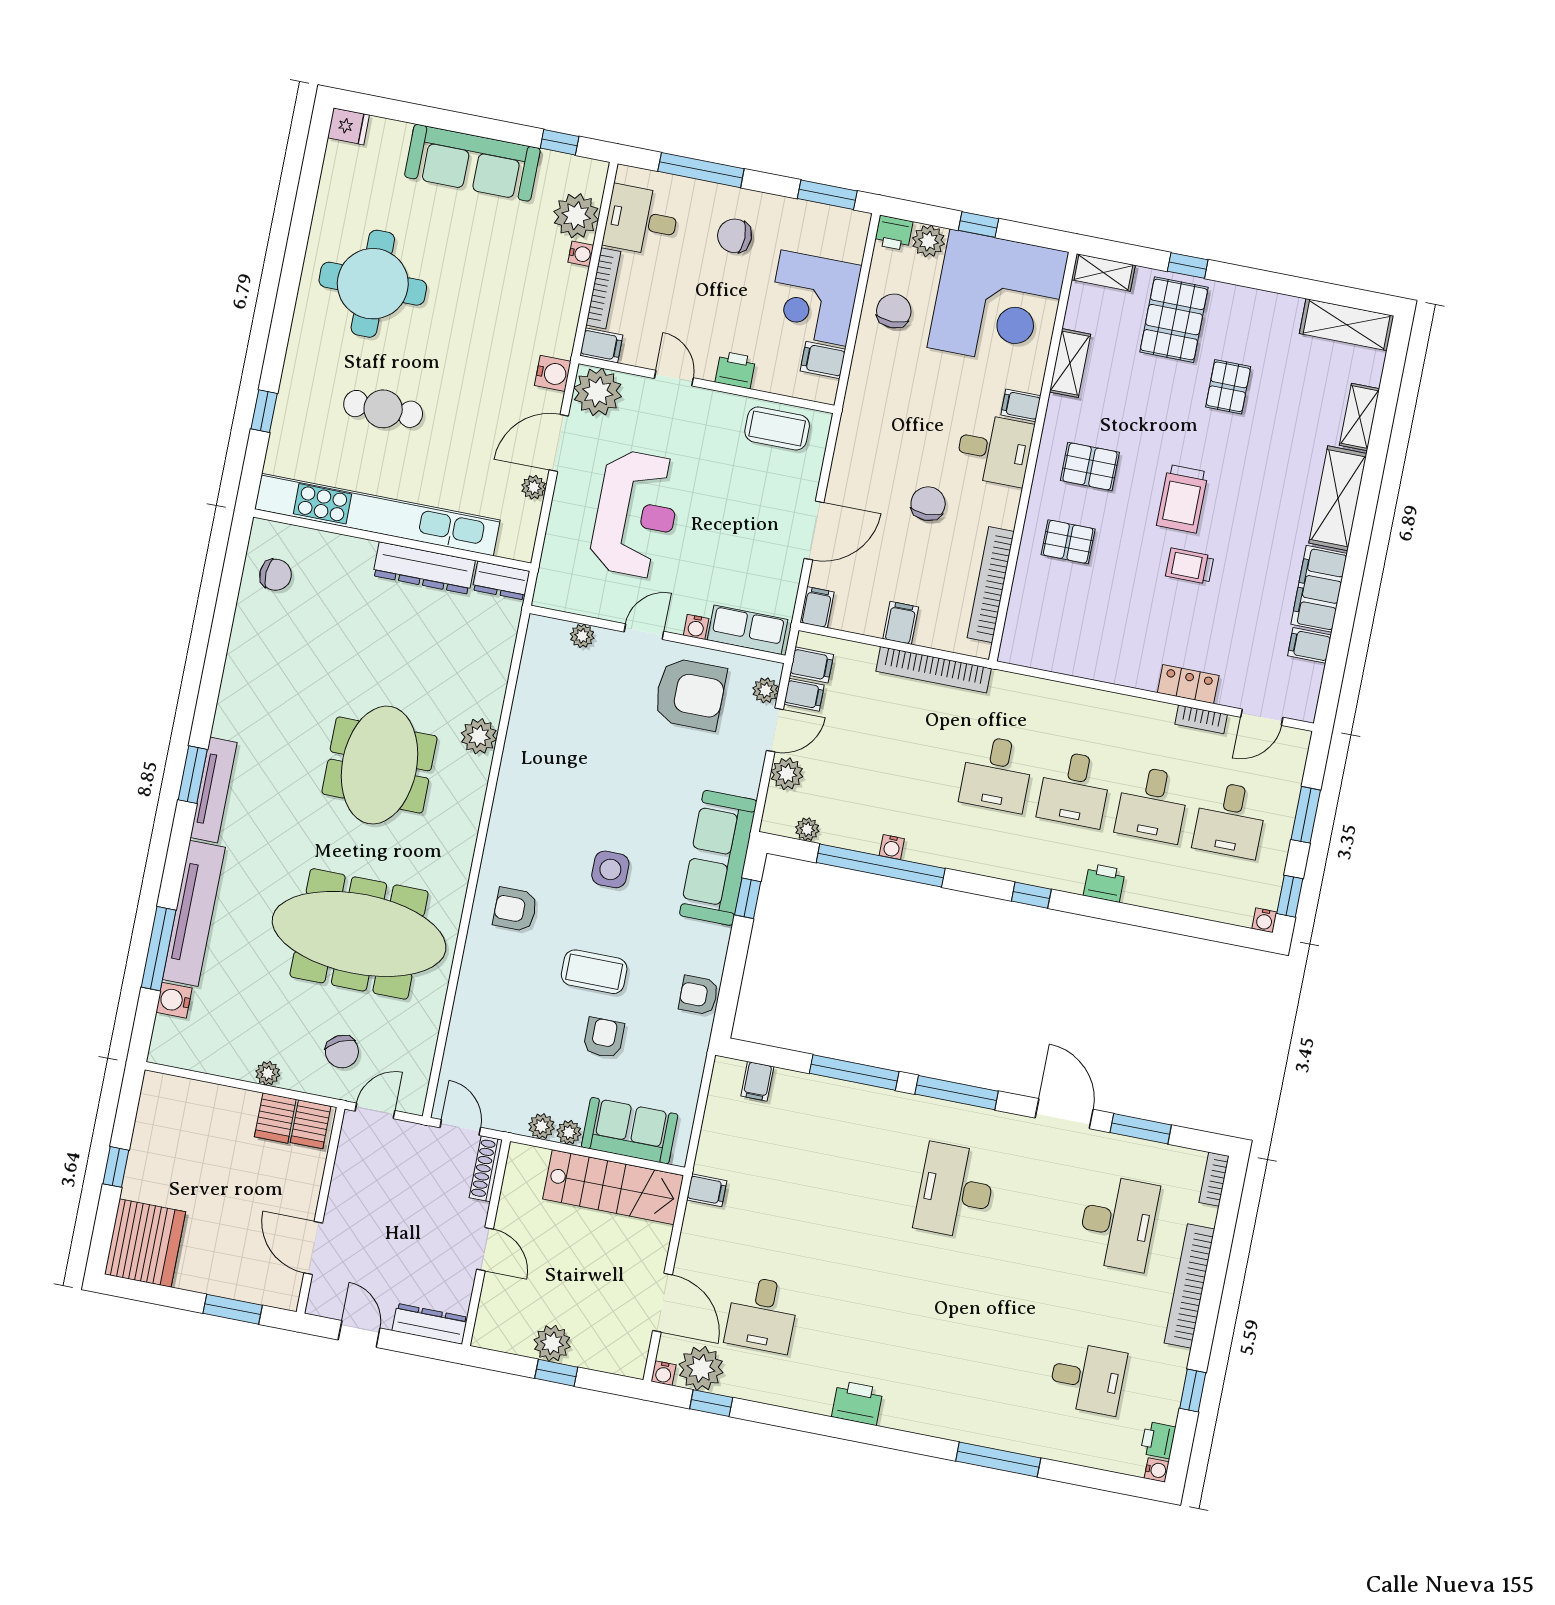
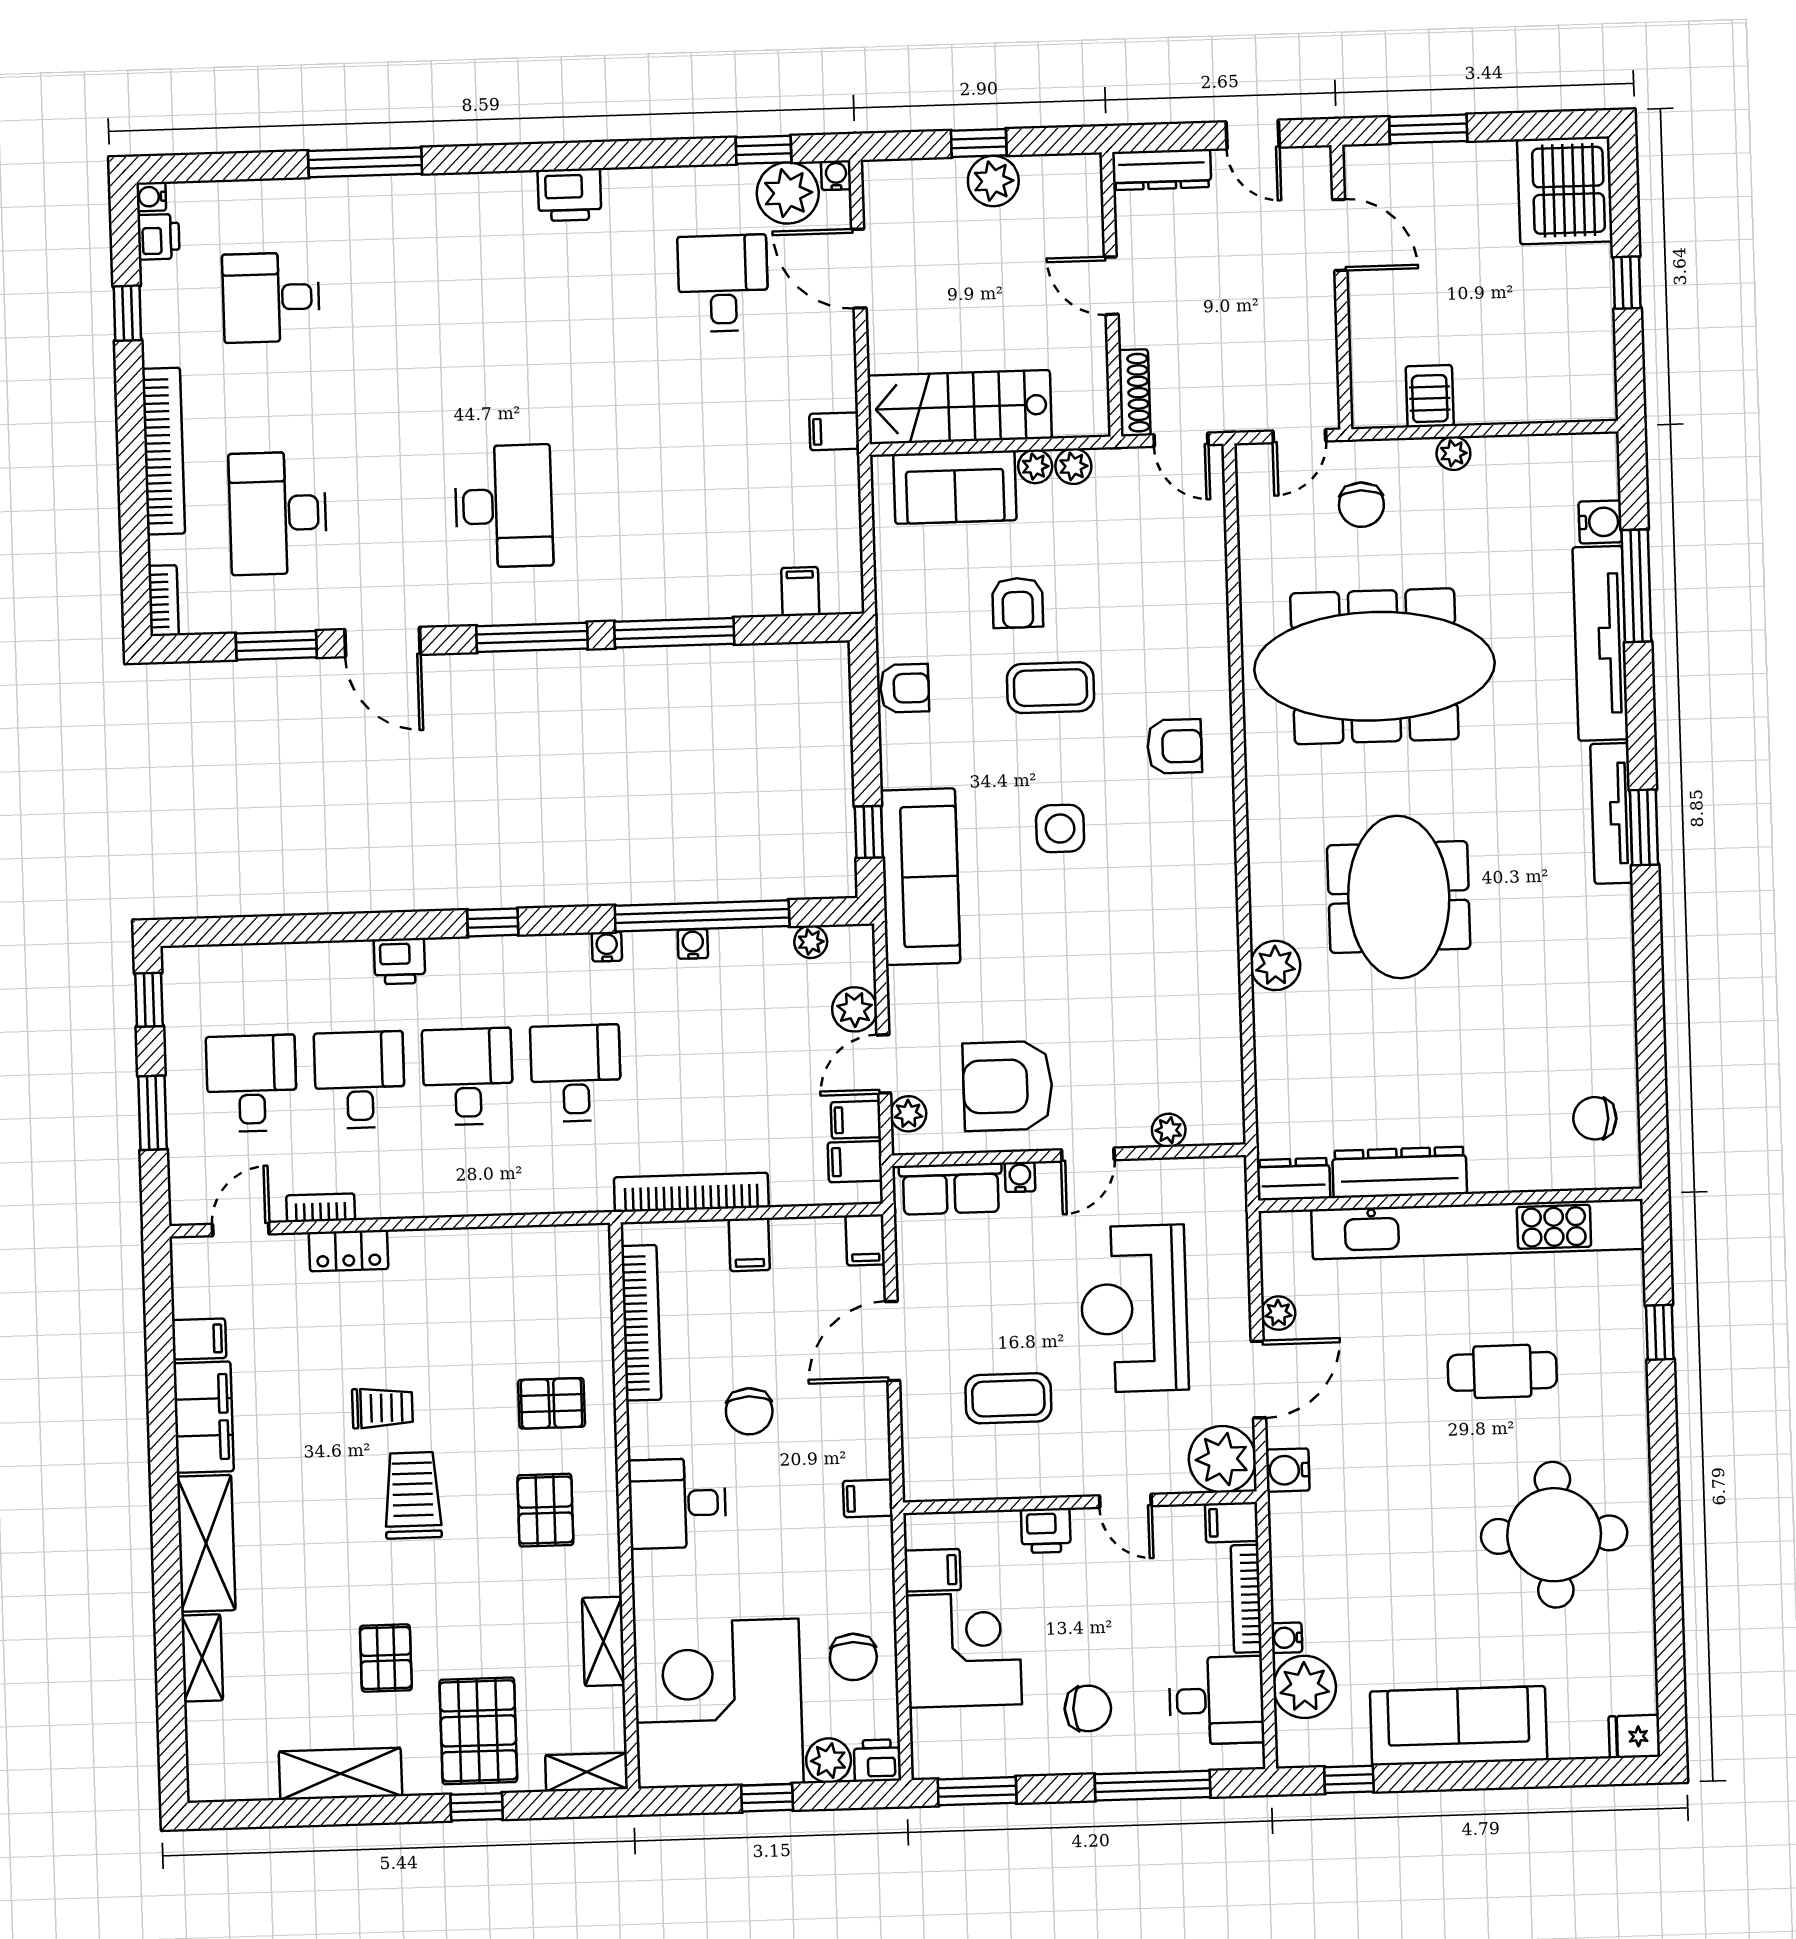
shelving: (1347, 325) -> (341, 1774), moved
filing cabinet: (1021, 405) -> (868, 1498), moved, turned 180
coffee table: (777, 428) -> (1008, 1398), moved
pallet: (1090, 466) -> (545, 1510), turned 90
water cooler: (1264, 920) -> (607, 947), moved
chair: (342, 1052) -> (1361, 505), turned -153
server rack: (311, 1124) -> (1381, 399), removed

